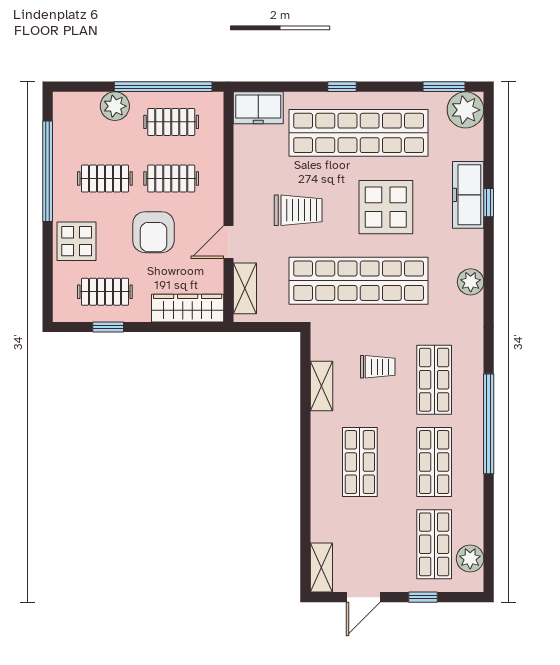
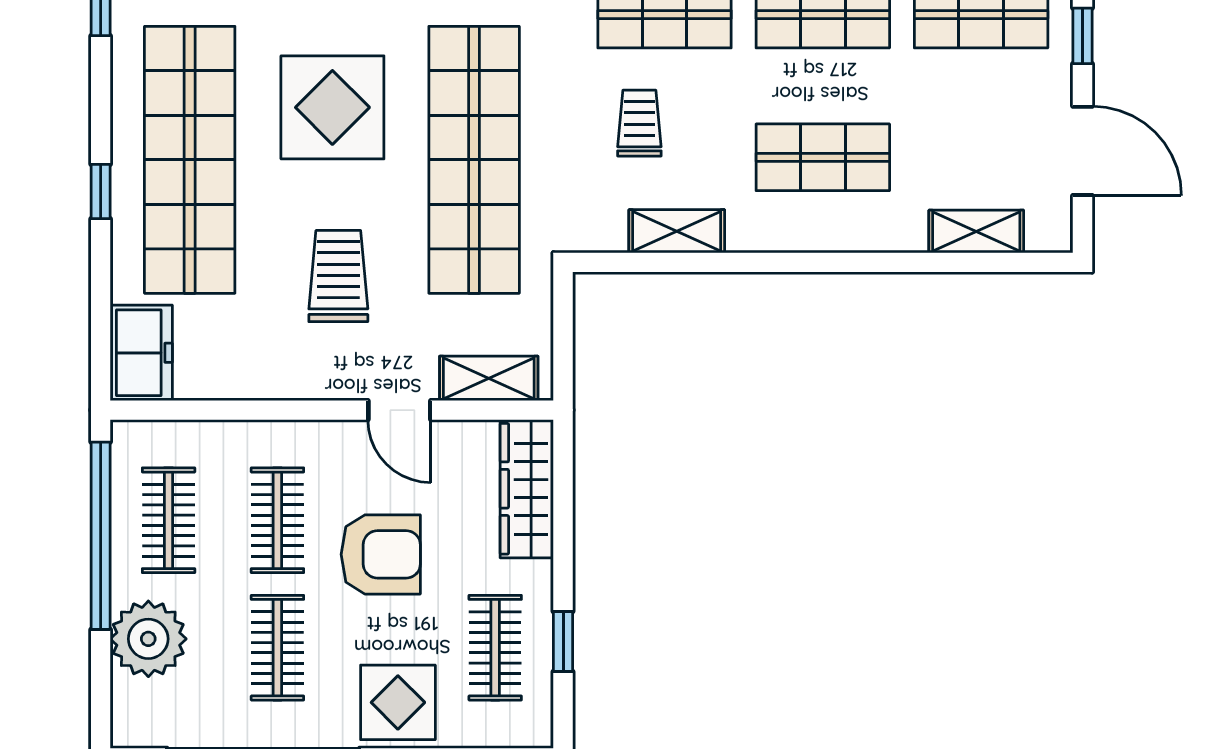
plant: (115, 106) -> (148, 639), width x1.36, depth x1.36
shelving: (321, 567) -> (976, 231), moved
door: (363, 597) -> (1083, 151), width x1.38

